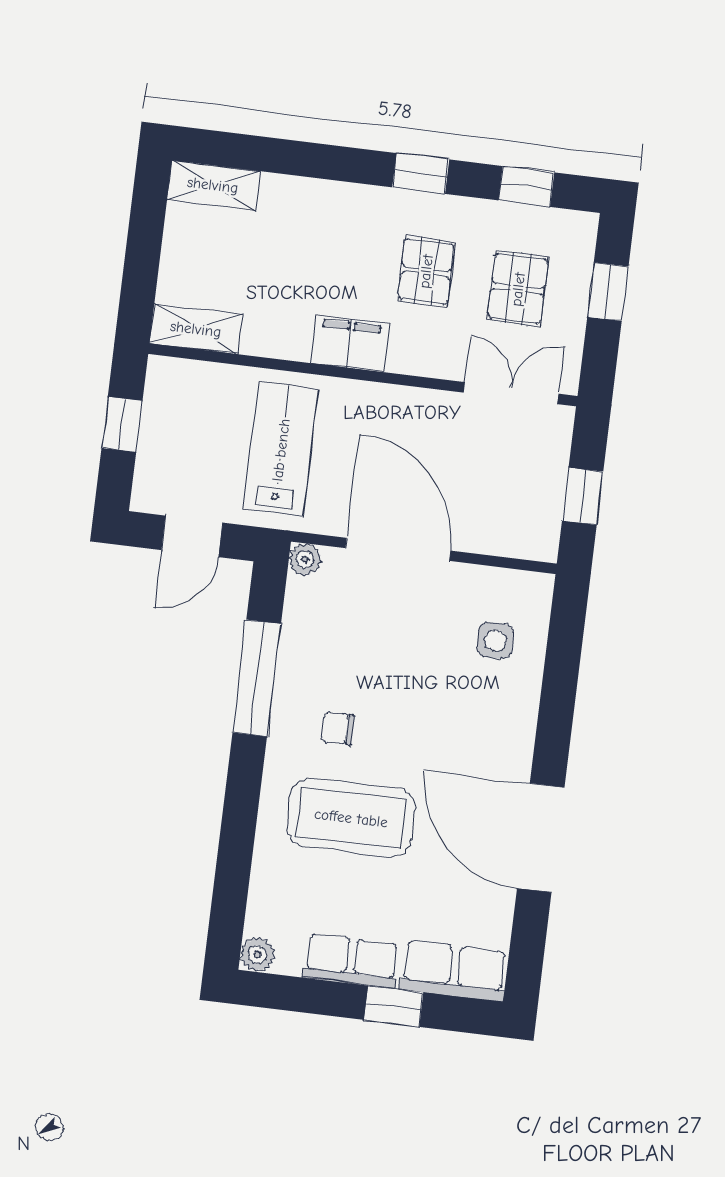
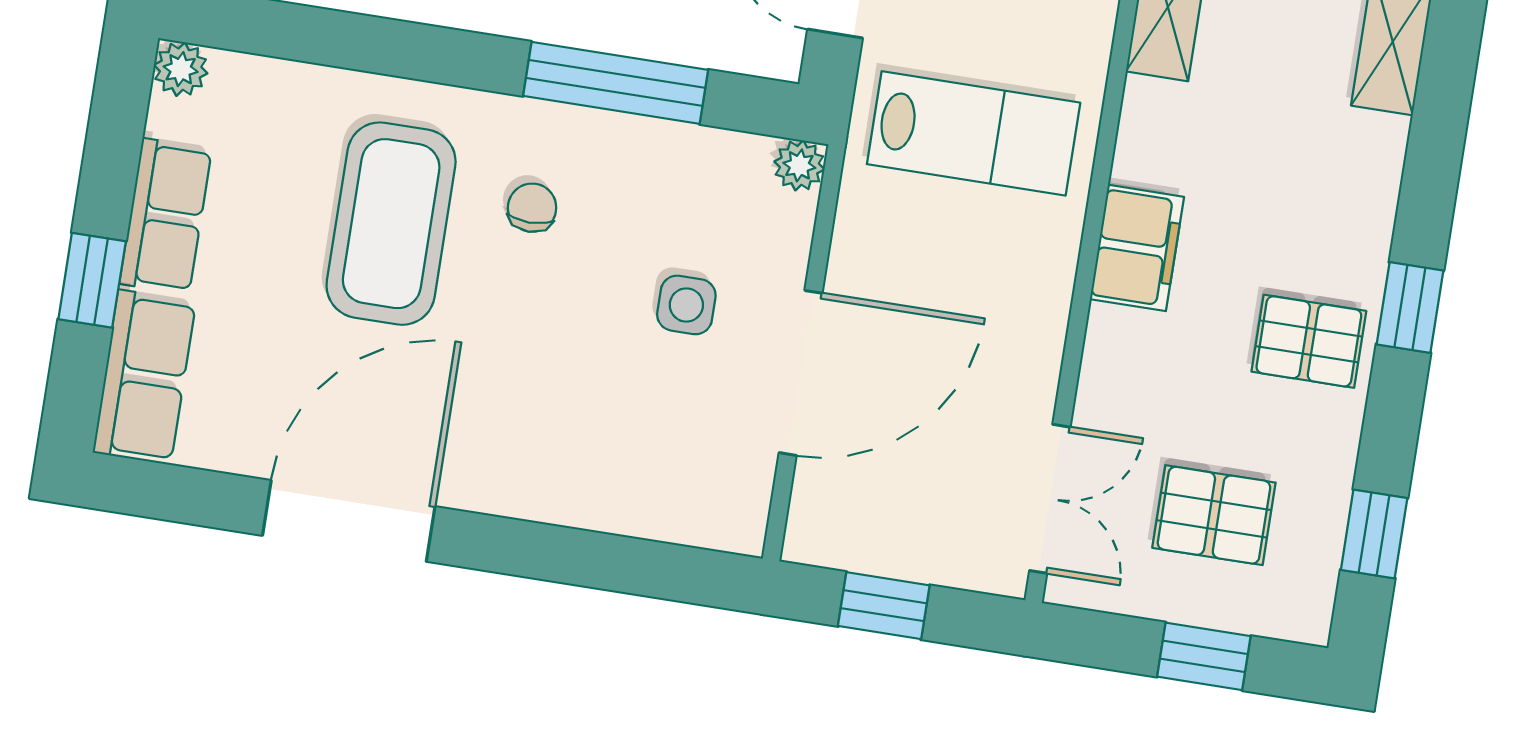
window: (421, 173) -> (1410, 308), moved
pallet: (426, 271) -> (1309, 341), moved
door: (398, 549) -> (801, 373), moved
side table: (495, 641) -> (686, 305), moved

